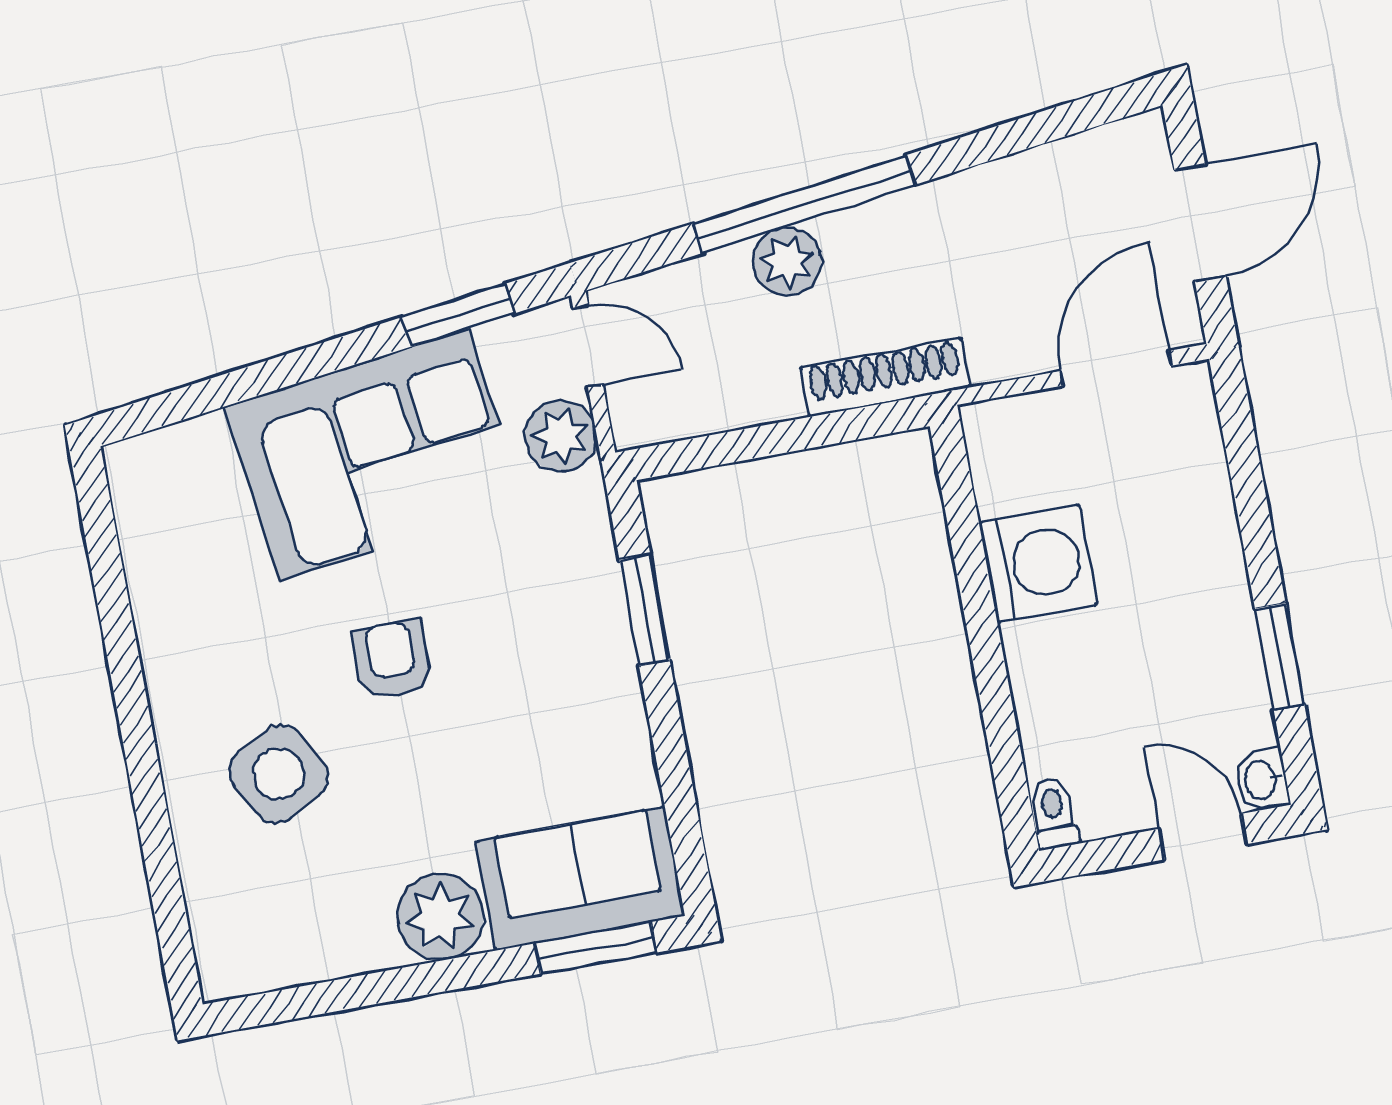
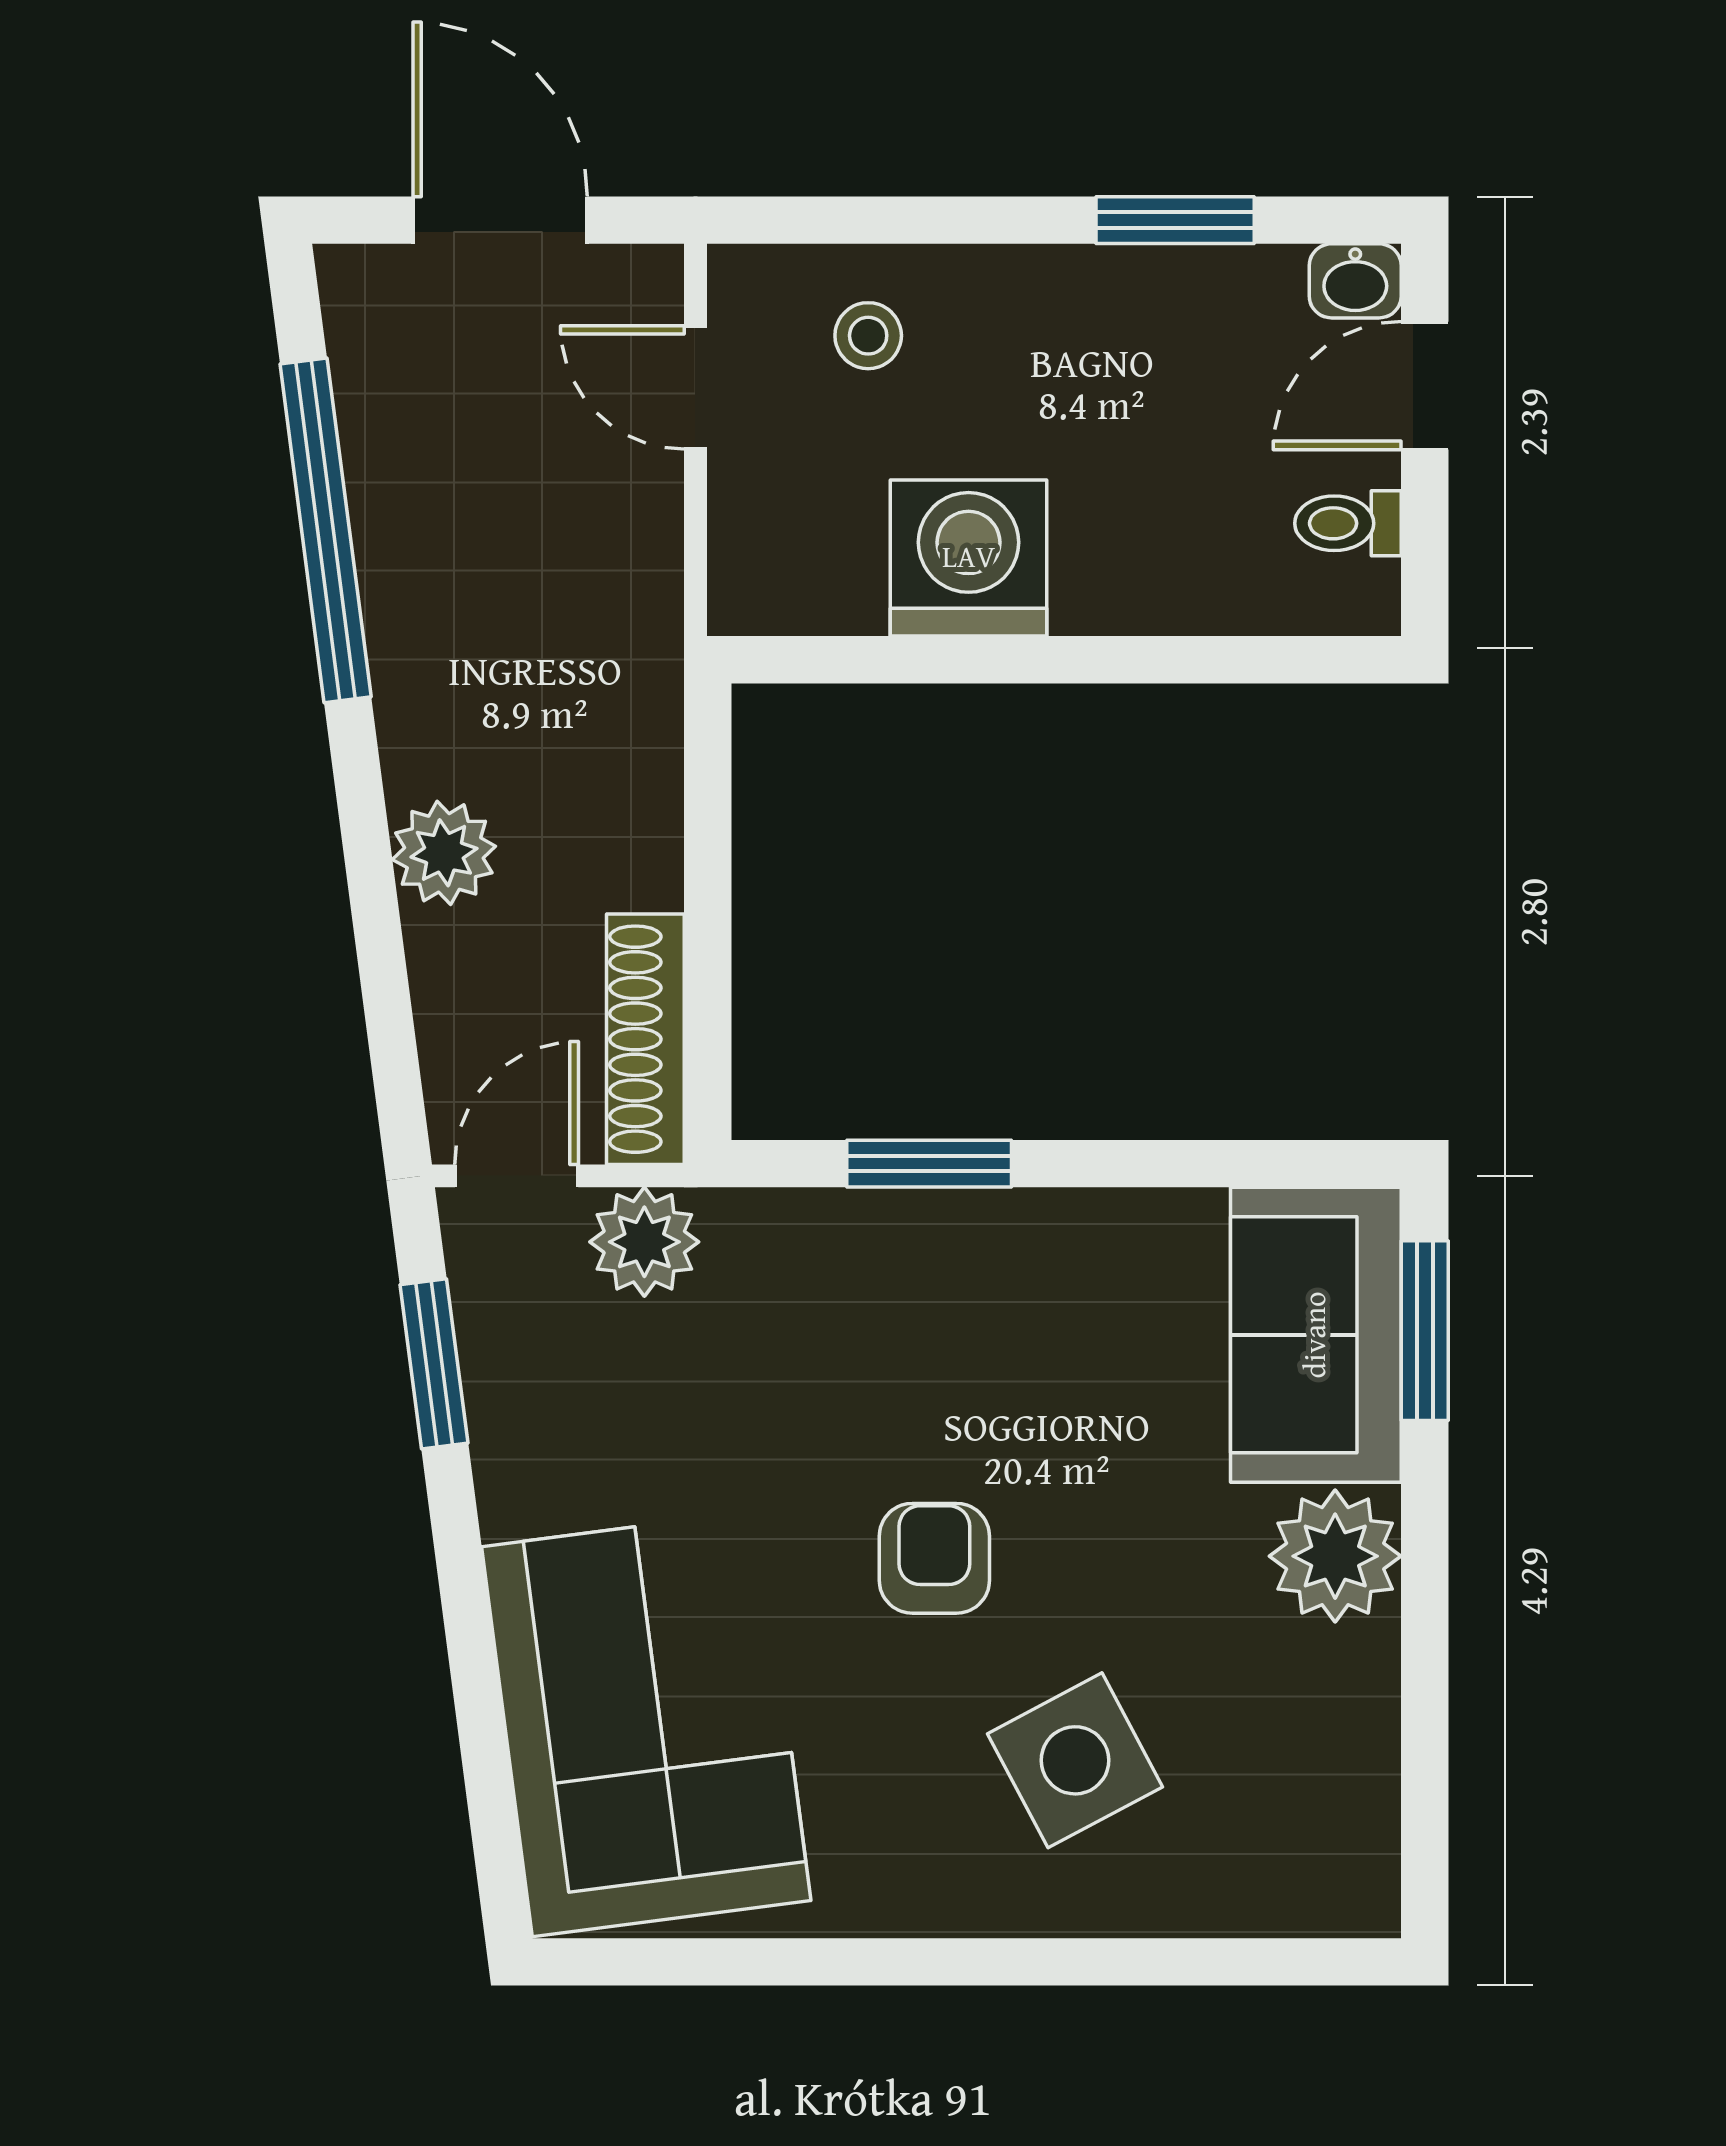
window: (804, 204) -> (326, 530), moved
door: (1116, 368) -> (695, 387), width x0.73
shoe rack: (885, 377) -> (645, 1039), moved
corner sofa: (374, 455) -> (646, 1724), moved
stool: (1169, 473) -> (868, 336), added
armchair: (392, 660) -> (934, 1558), turned 90
toilet: (1054, 813) -> (1348, 523), moved

